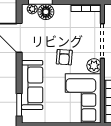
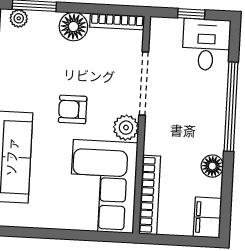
floor lamp: (46, 12) -> (73, 27), moved
armchair: (64, 57) -> (73, 109), turned 86

